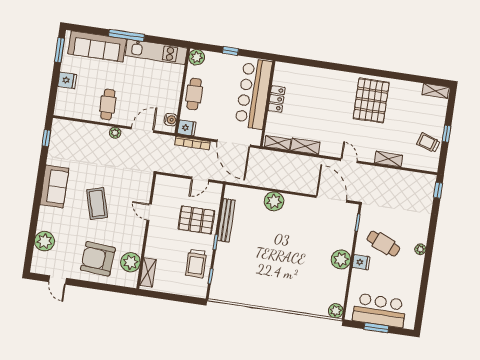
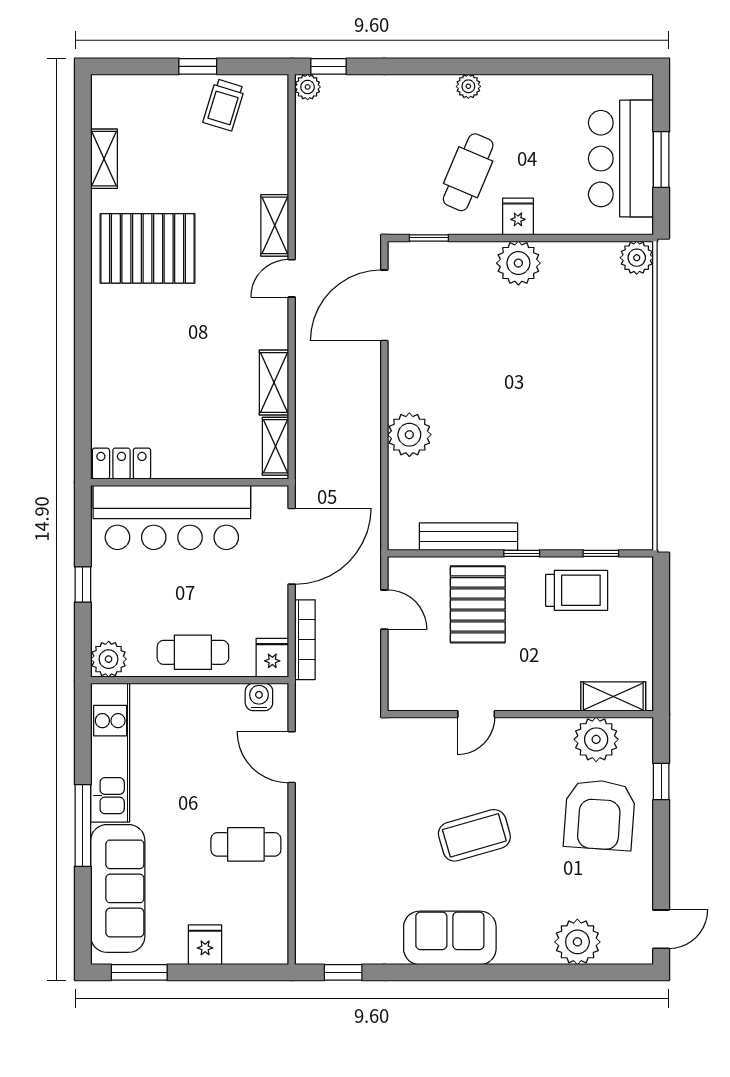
shelving: (436, 91) -> (104, 159), moved
locker: (277, 99) -> (121, 464), moved
plant: (115, 133) -> (308, 87), moved
shelving: (388, 159) -> (275, 225), moved
door: (58, 280) -> (661, 929), moved
window: (108, 288) -> (661, 782), added

